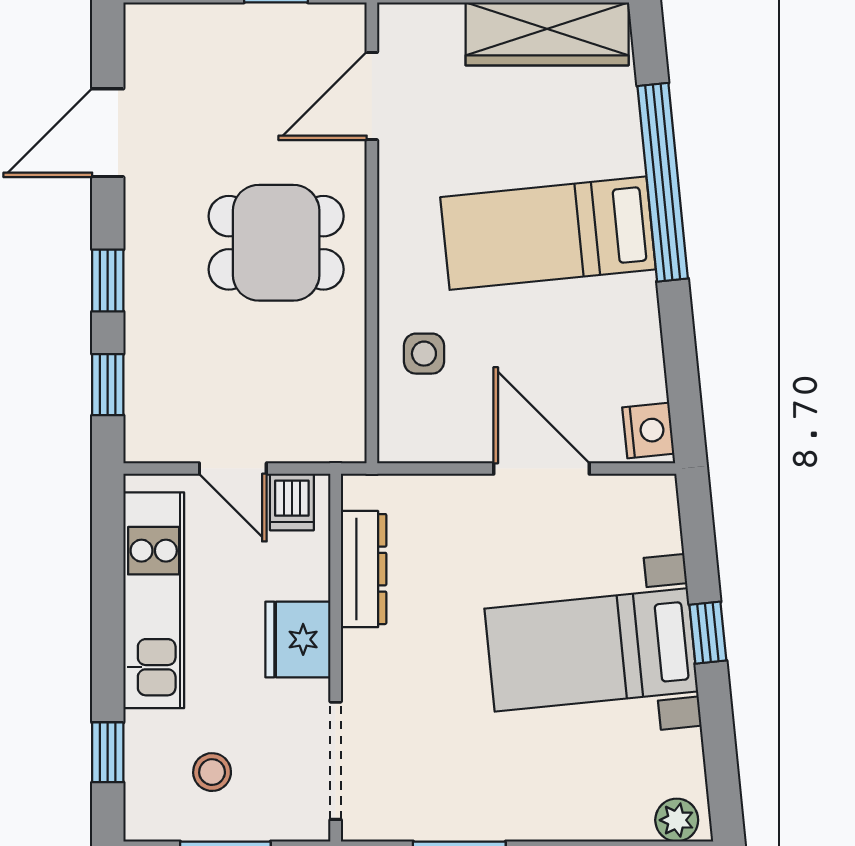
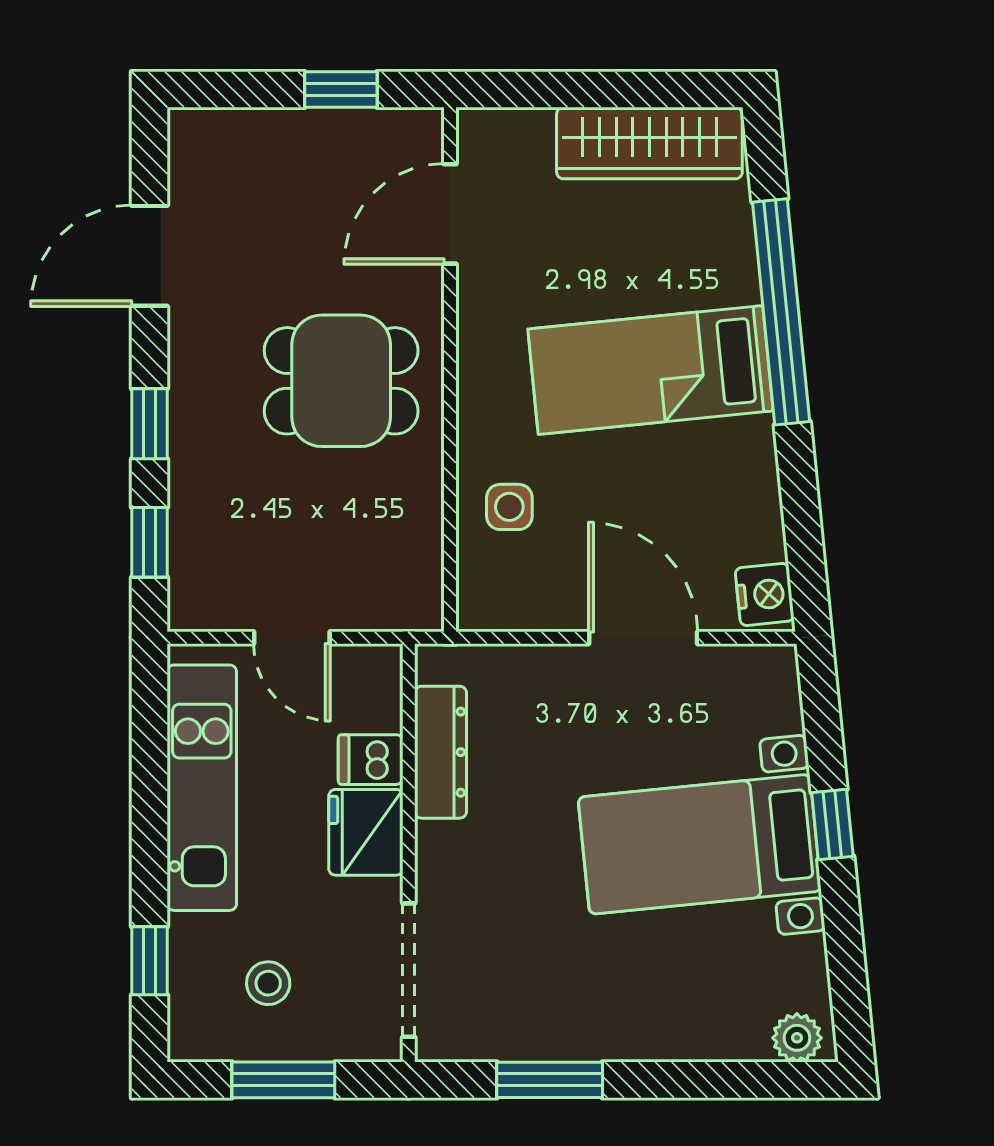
dishwasher: (292, 502) -> (371, 760), moved, turned 90

